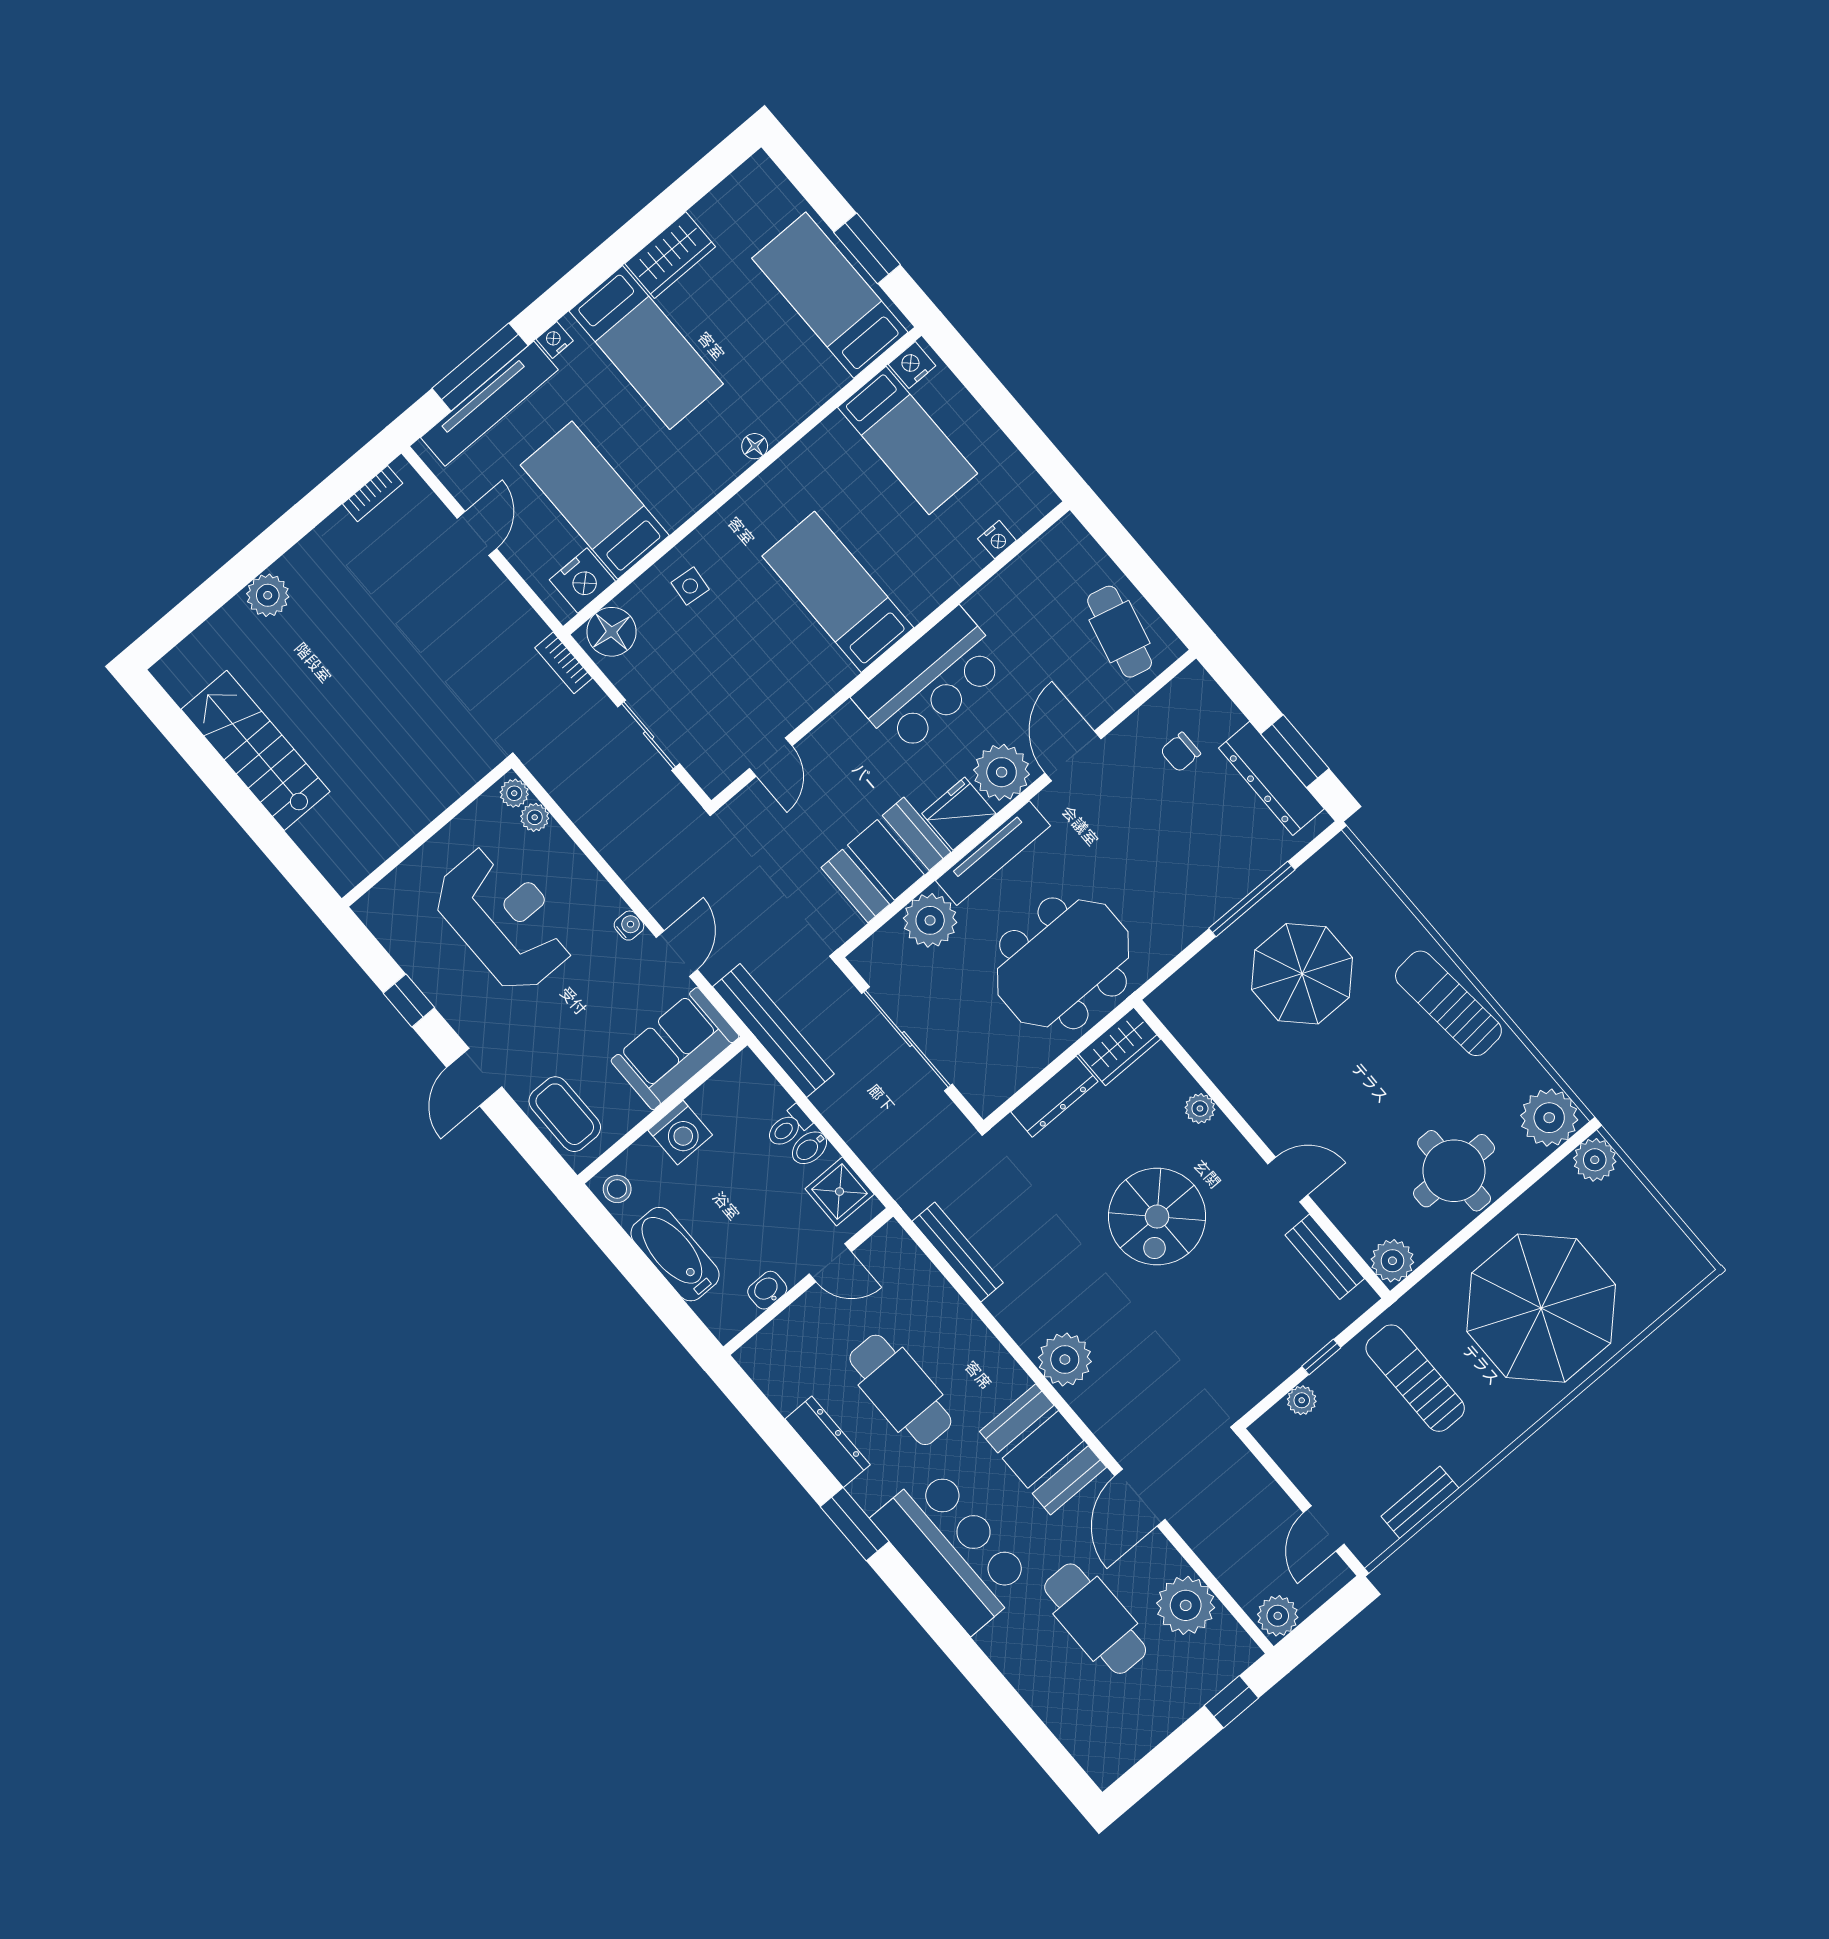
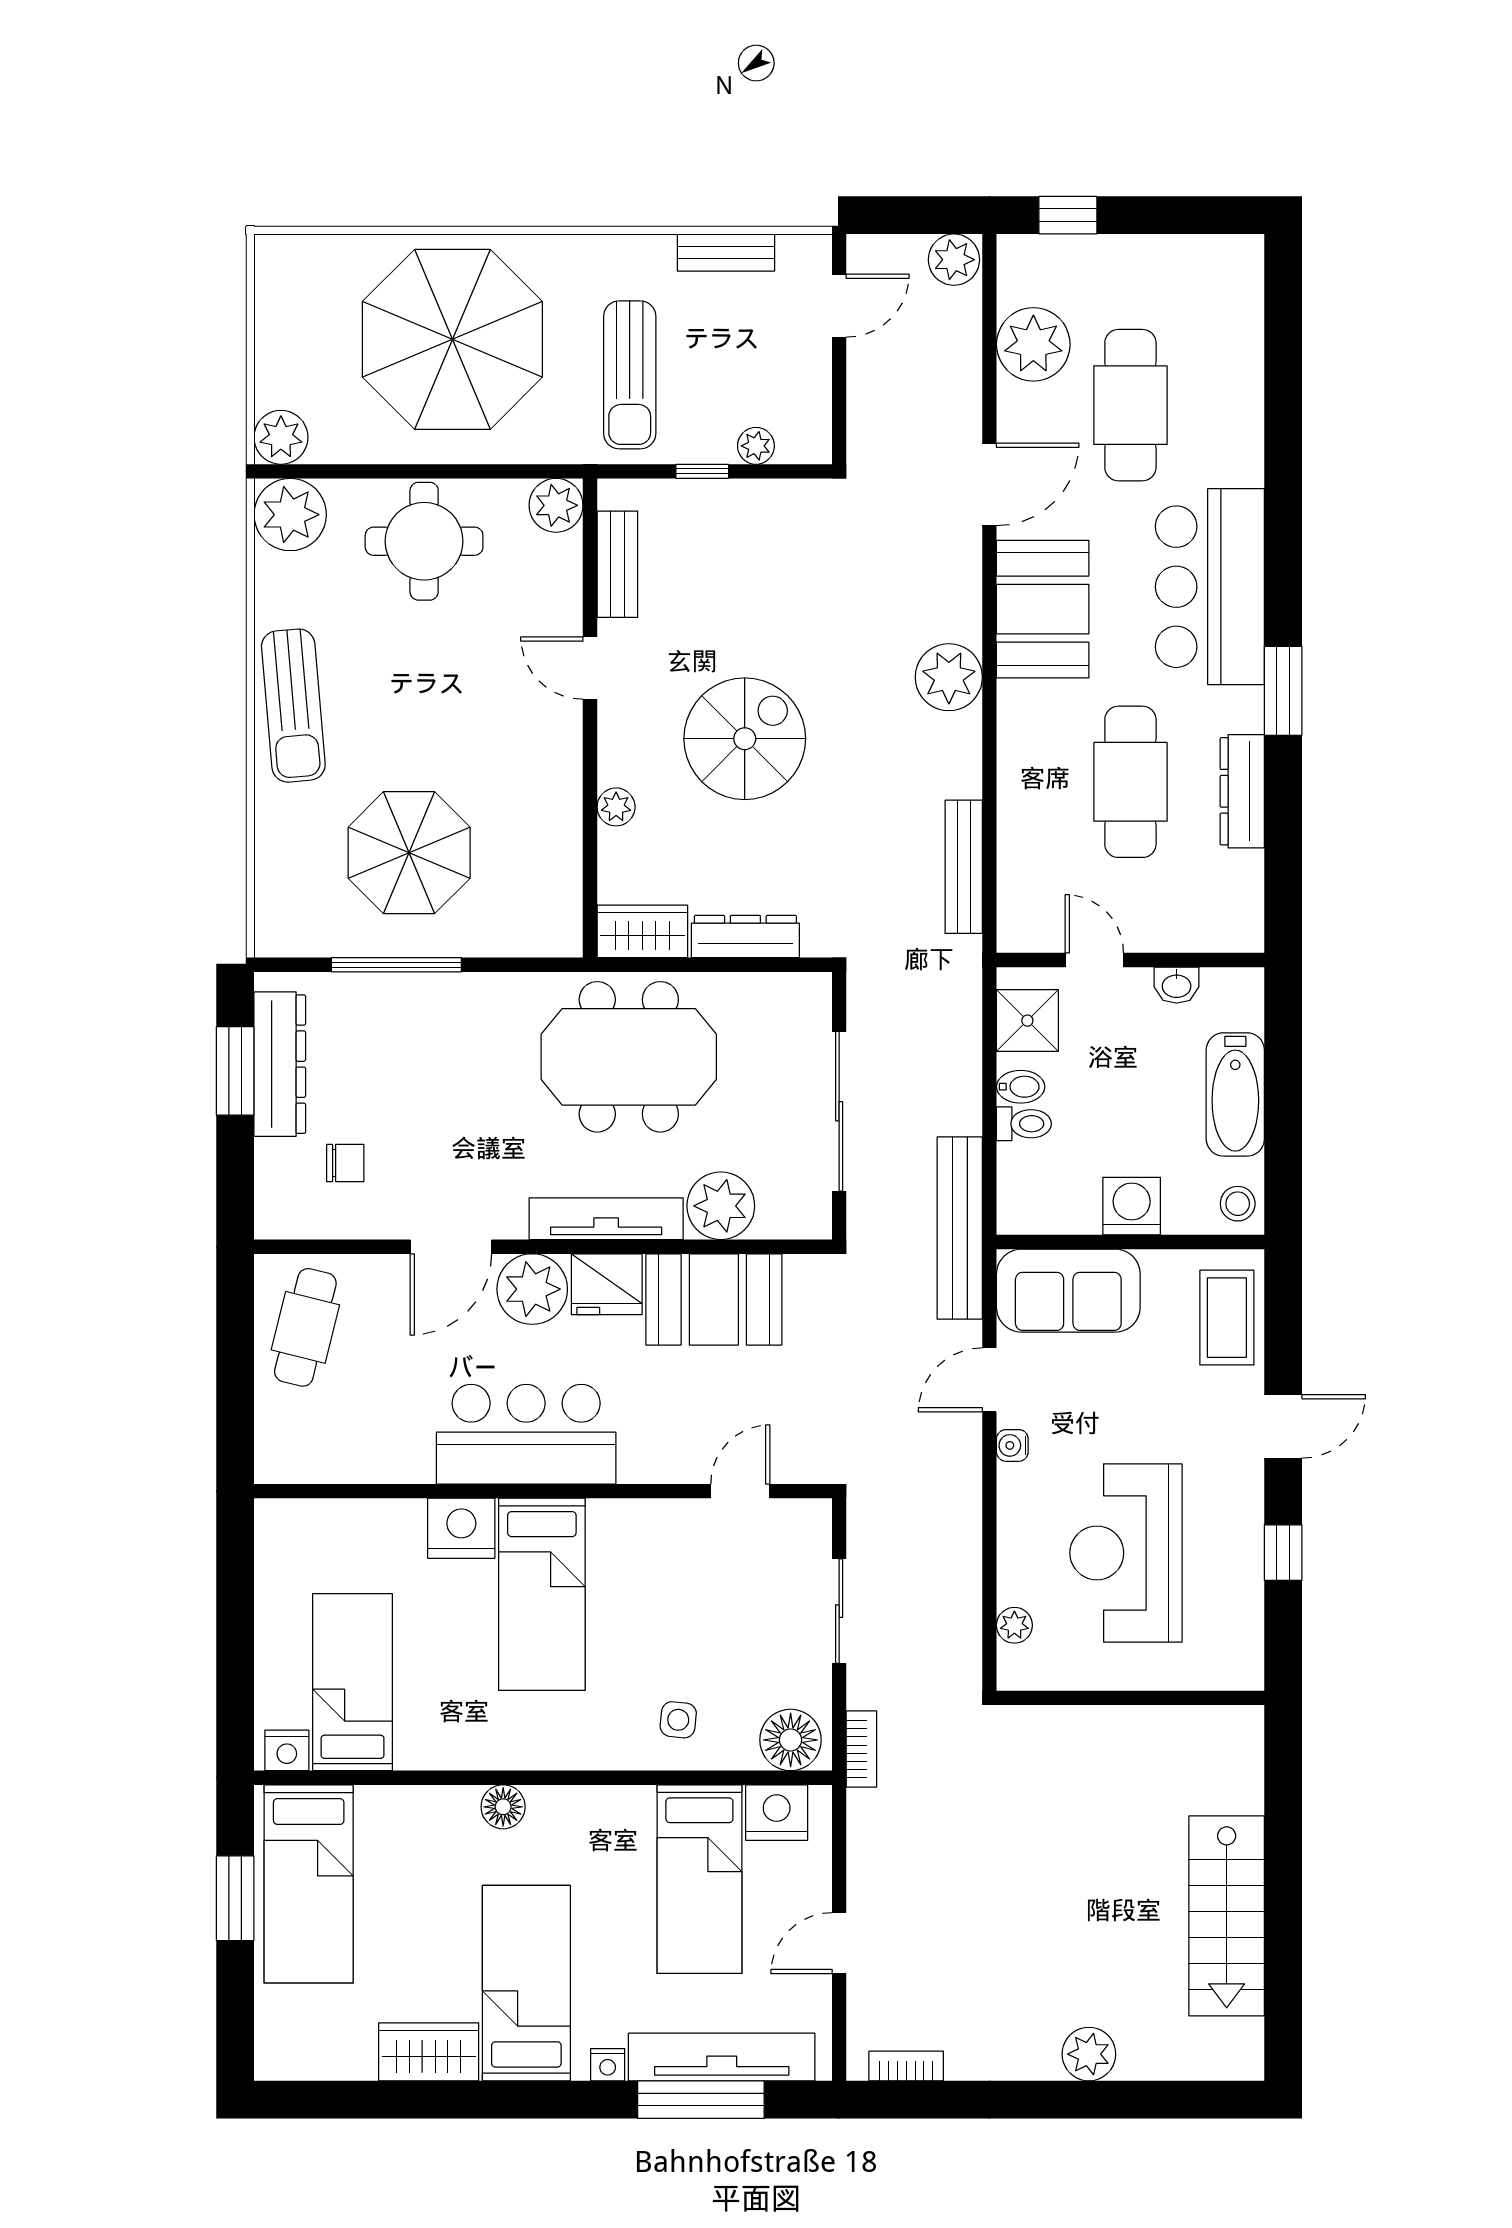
floor lamp: (755, 446) -> (503, 1807), width x1.37, depth x1.37
nightstand: (997, 540) -> (461, 1528), moved, width x1.89, depth x1.79
plant: (514, 793) -> (1014, 1665), removed

